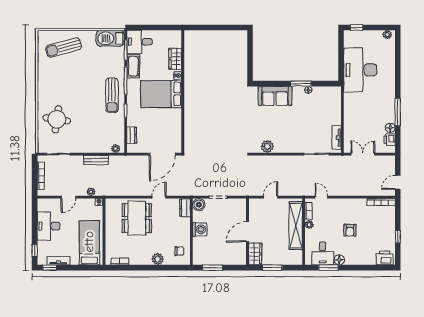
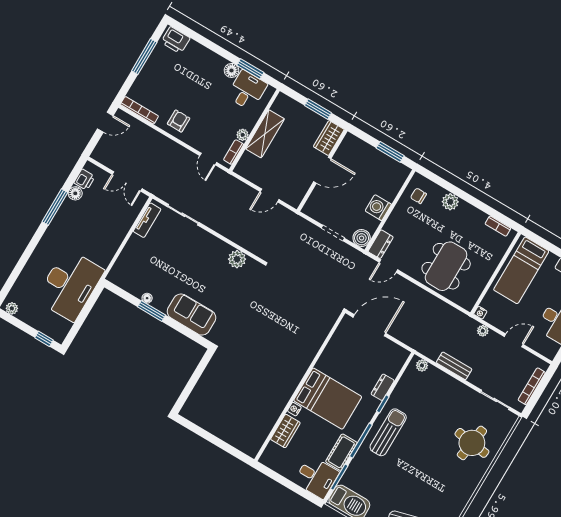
dresser: (132, 135) -> (383, 387), moved
door: (159, 197) -> (388, 266), moved
shelving: (296, 226) -> (265, 134), width x0.68
armchair: (350, 230) -> (179, 121), moved
window: (398, 237) -> (144, 57), width x2.17

